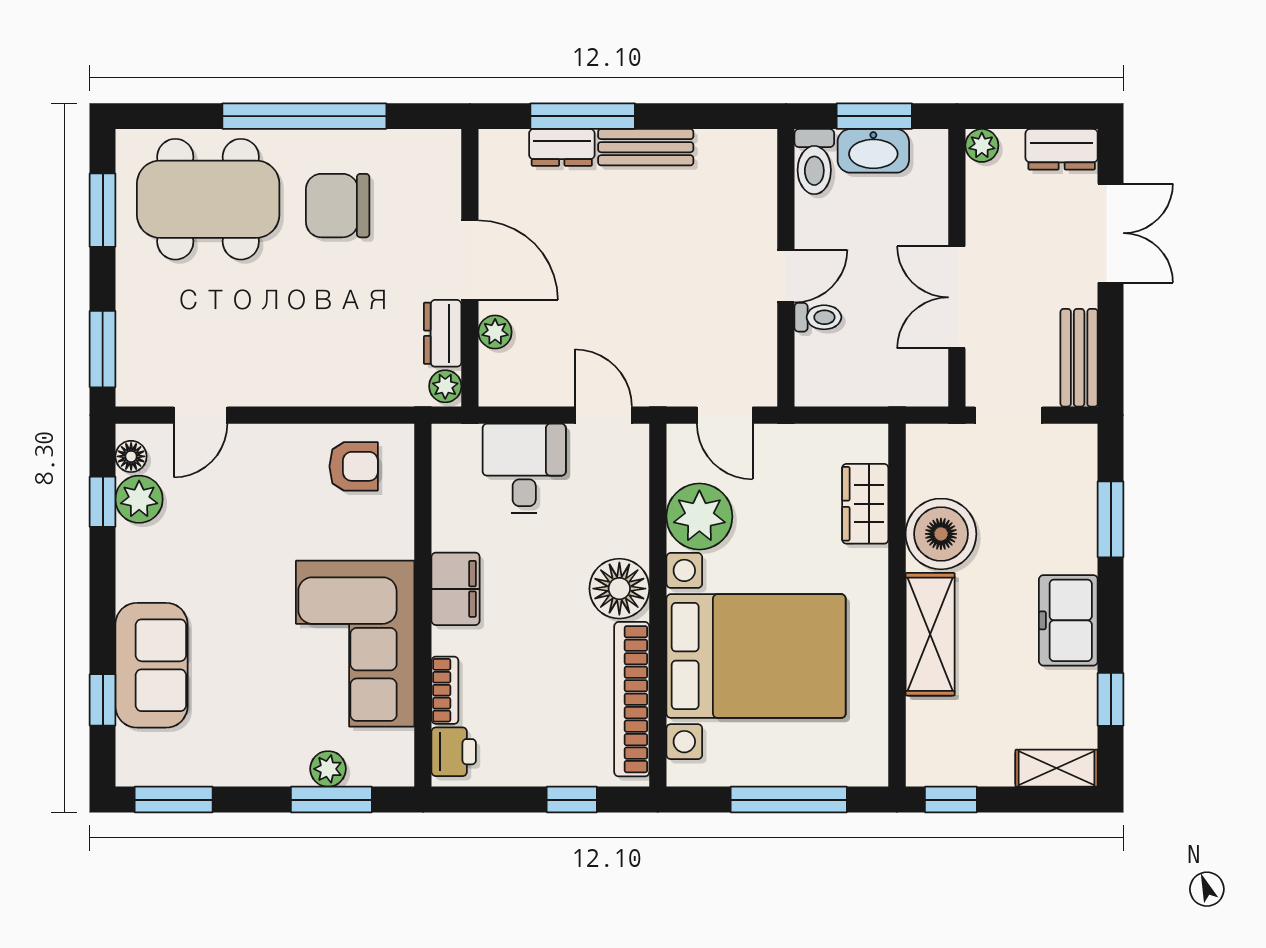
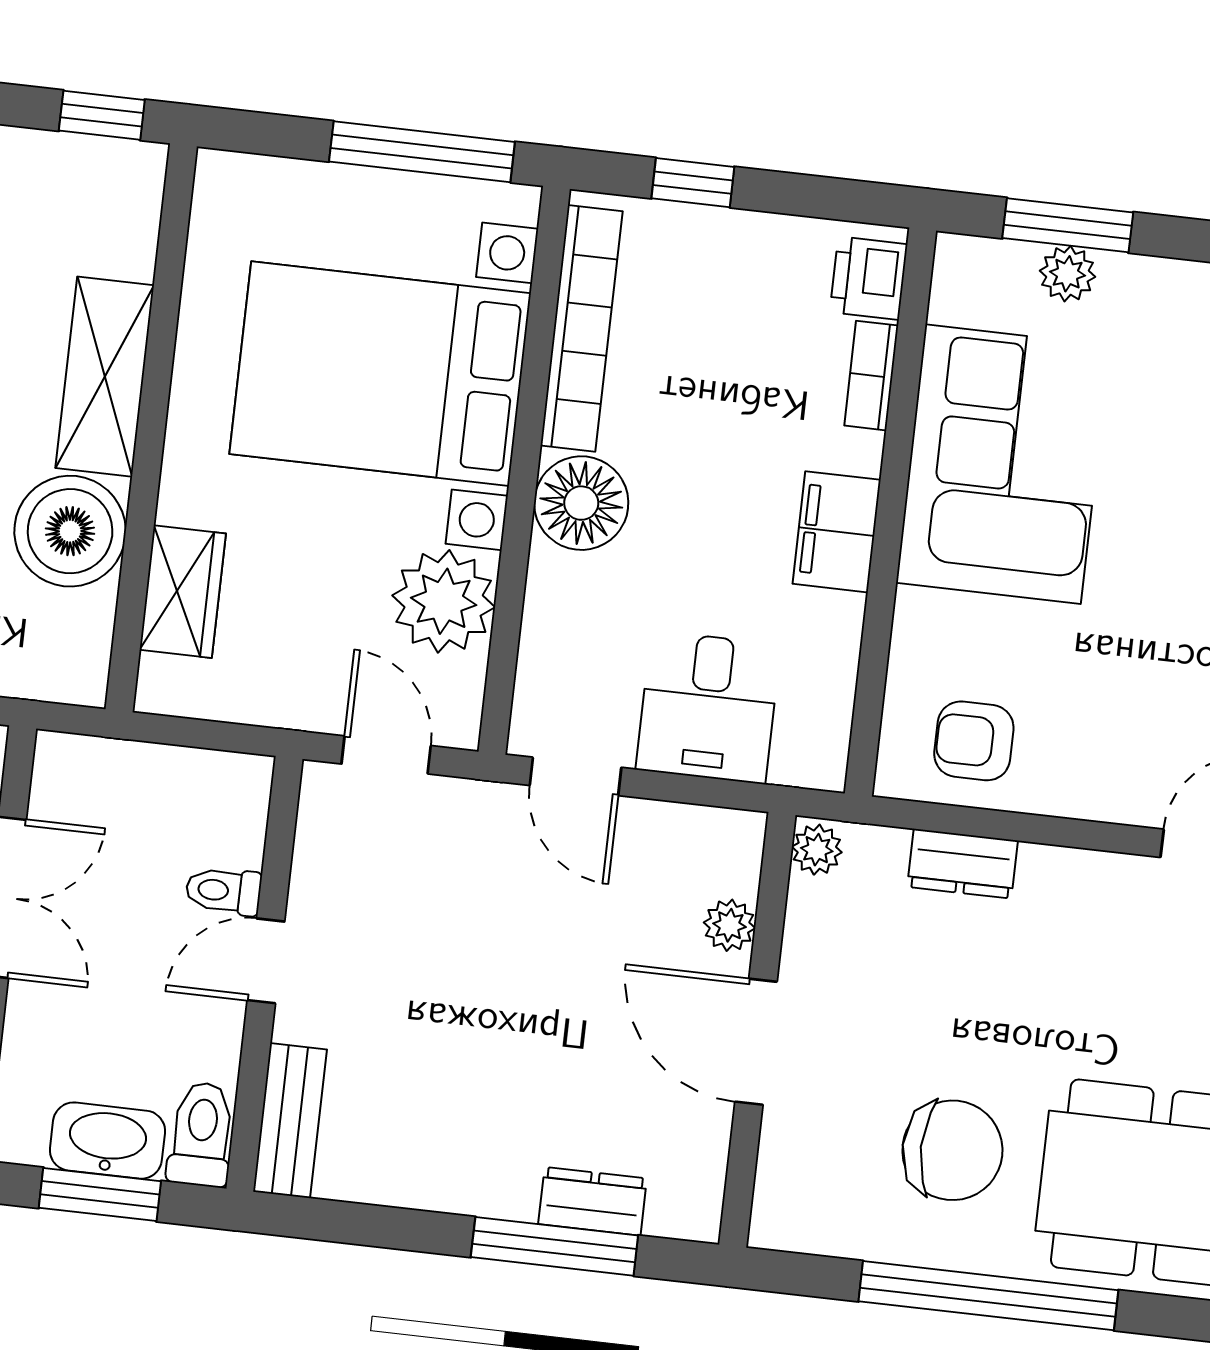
bench: (646, 147) -> (290, 1121), moved, turned 90
dresser: (443, 333) -> (963, 864), moved, turned 90
window: (789, 800) -> (422, 152), moved

